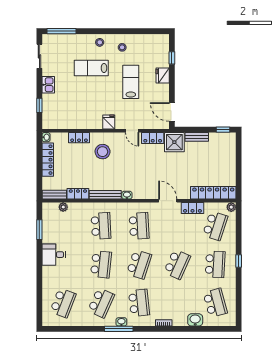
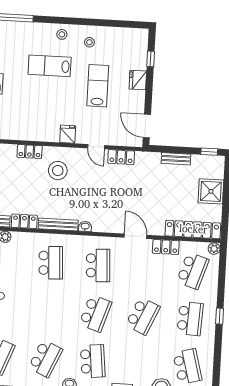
shower: (174, 142) -> (211, 191), moved
school desk: (101, 264) -> (48, 311), removed

